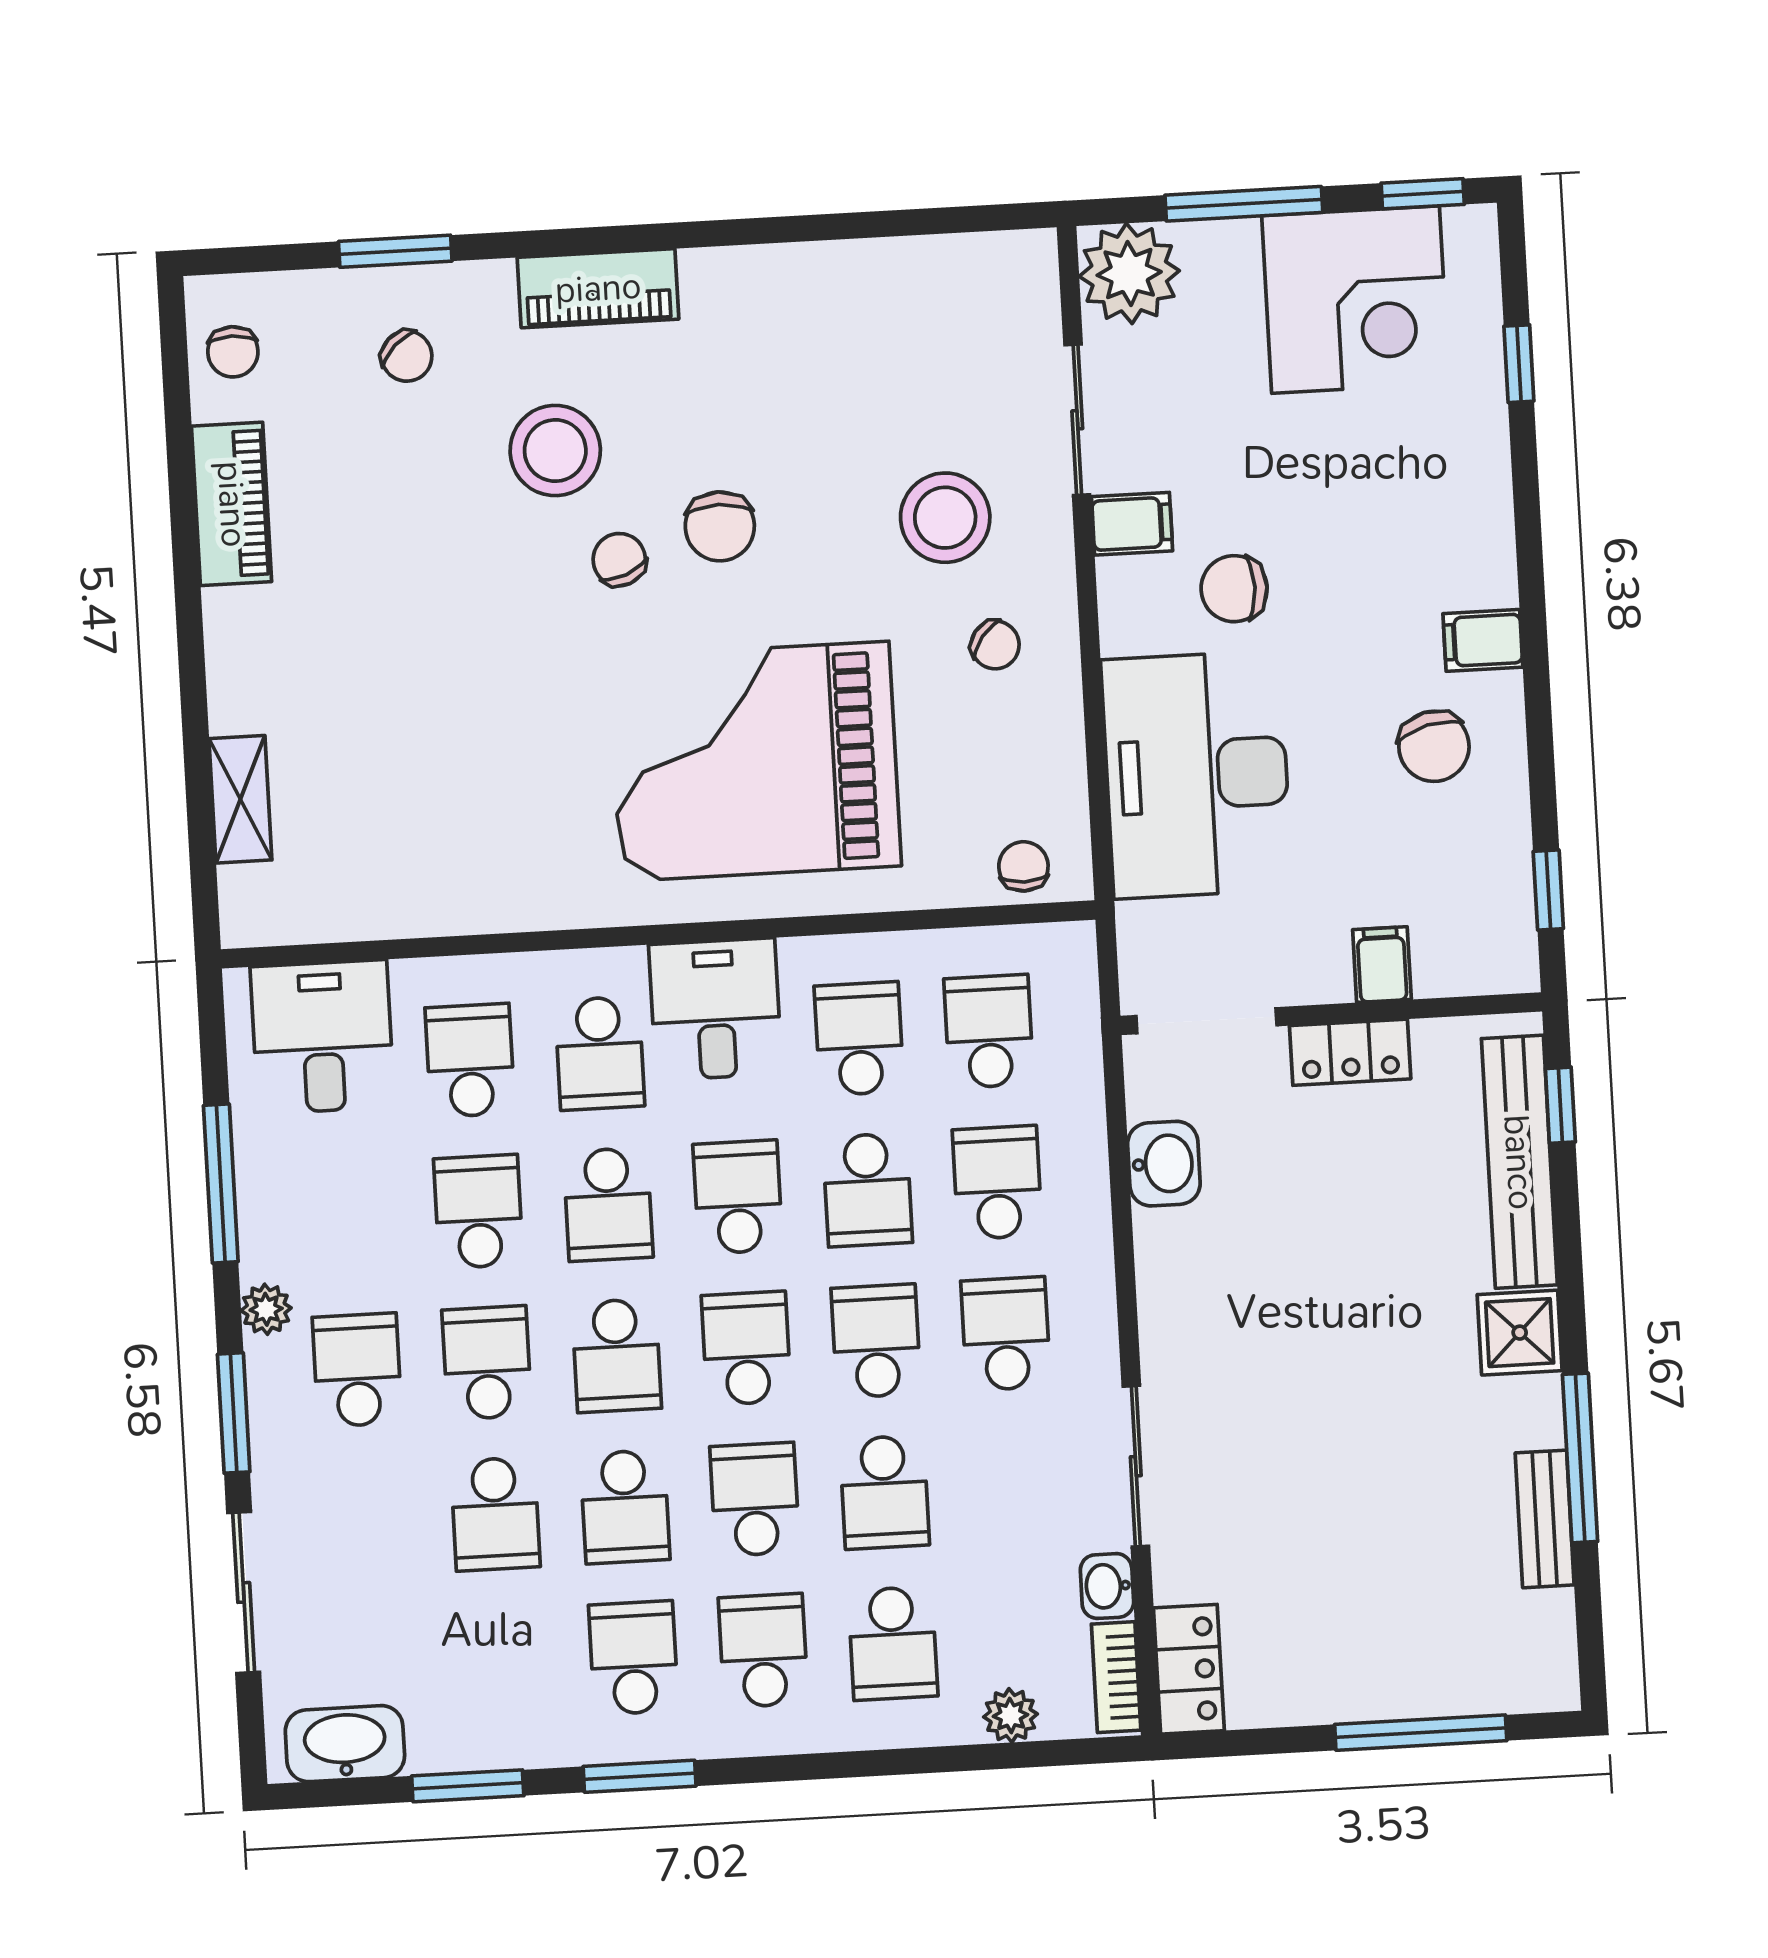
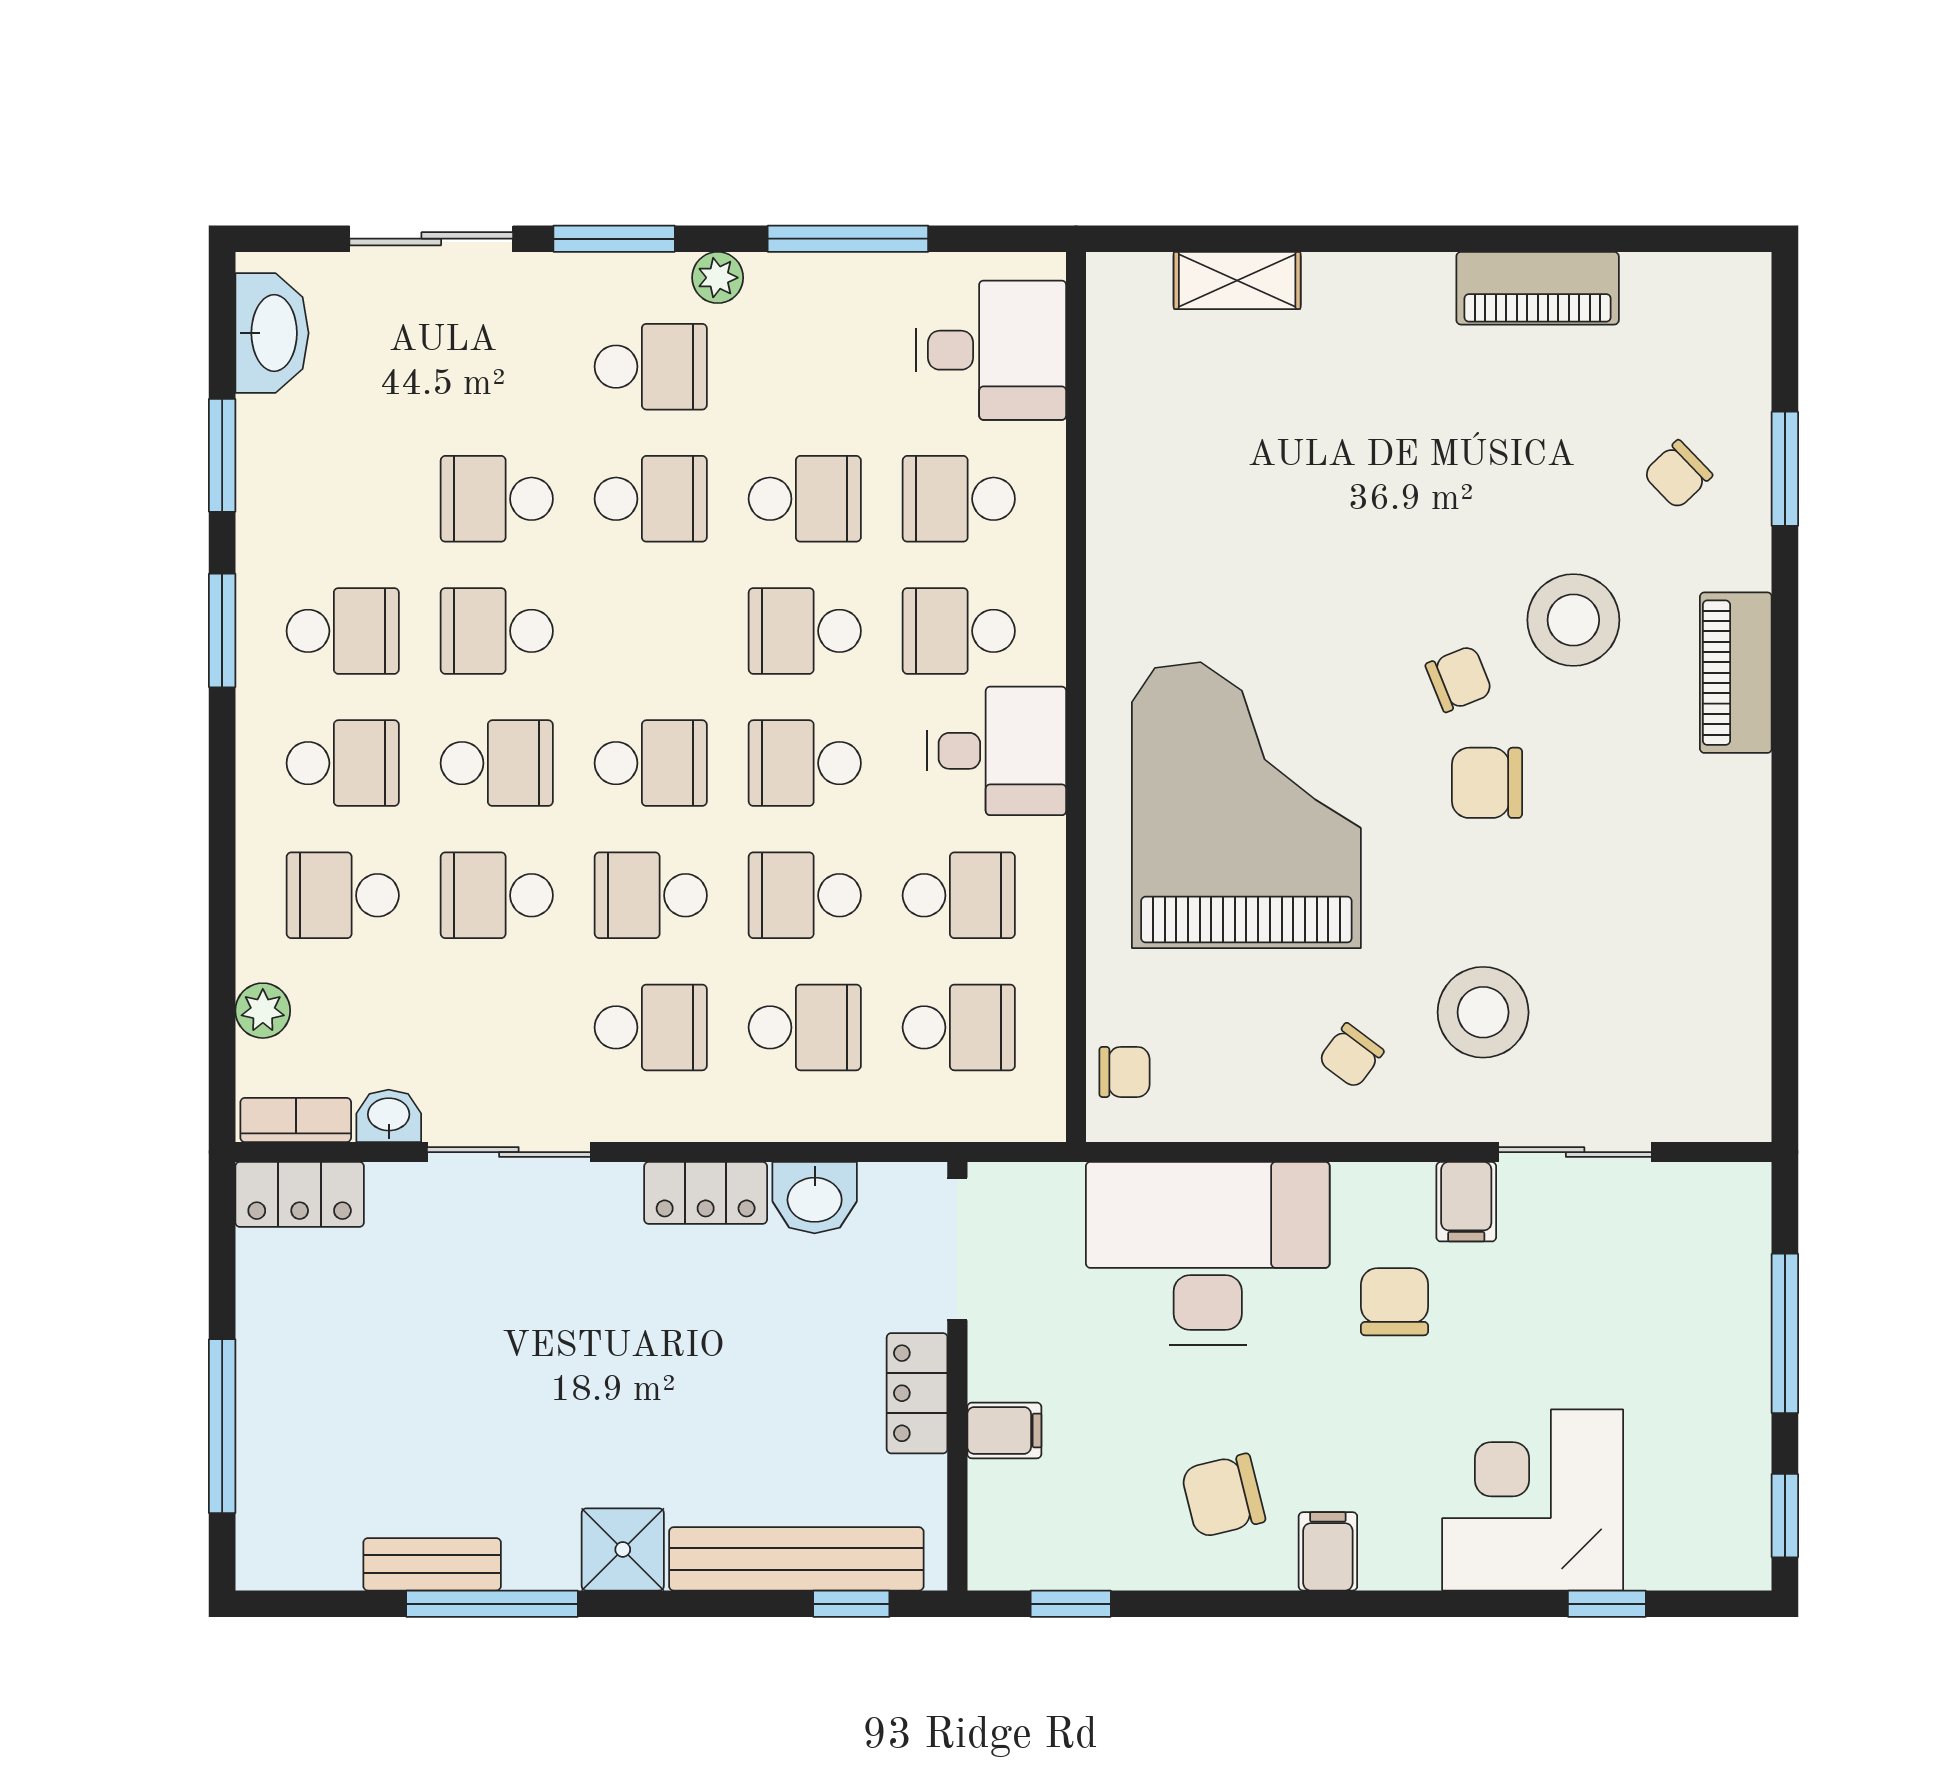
plant: (1129, 273) -> (1721, 1213), removed
corner desk: (1356, 300) -> (1533, 1500), moved, turned 90
chair: (233, 352) -> (1692, 298), removed
school desk: (470, 1060) -> (959, 499), turned 180
school desk: (738, 1197) -> (805, 763), turned 180
locker: (1165, 1271) -> (706, 1193), added
school desk: (876, 1341) -> (651, 895), turned 180
school desk: (617, 1356) -> (651, 631), removed

